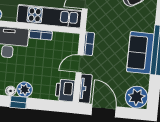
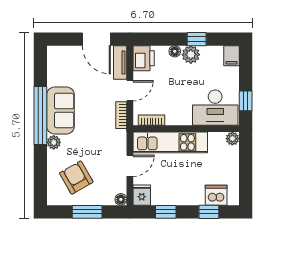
bookcase: (41, 35) -> (151, 120), moved
floor lamp: (11, 91) -> (175, 51), moved
plant: (137, 97) -> (54, 142), moved, width x0.53, depth x0.53

